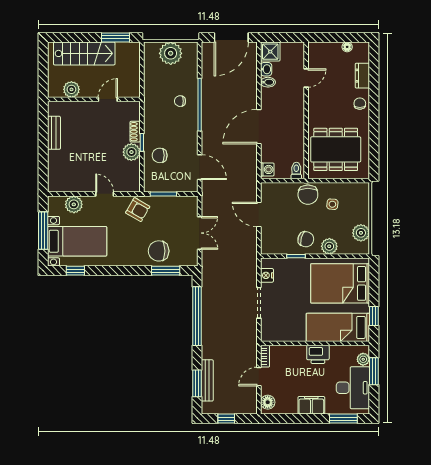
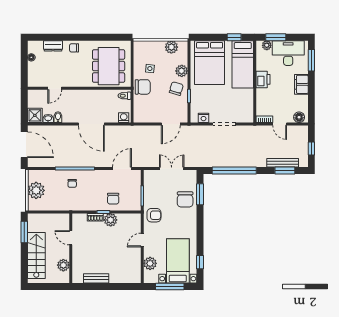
door: (306, 78) -> (55, 88), swing flipped
armchair: (138, 210) -> (154, 215), turned 60
door: (259, 215) -> (171, 124), moved

